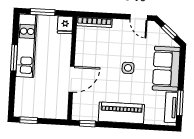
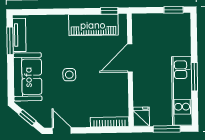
piano: (121, 113) -> (93, 25), moved

